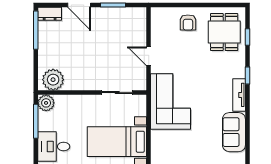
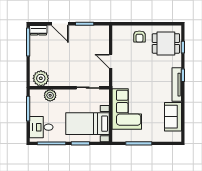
dining table: (224, 32) -> (166, 43), turned 90
tv unit: (239, 95) -> (177, 85), width x1.41
corner sofa: (171, 101) -> (127, 109), moved
plant: (46, 103) -> (50, 95), moved

